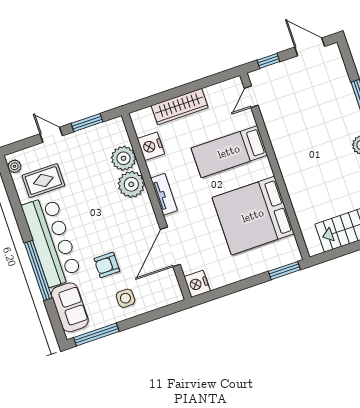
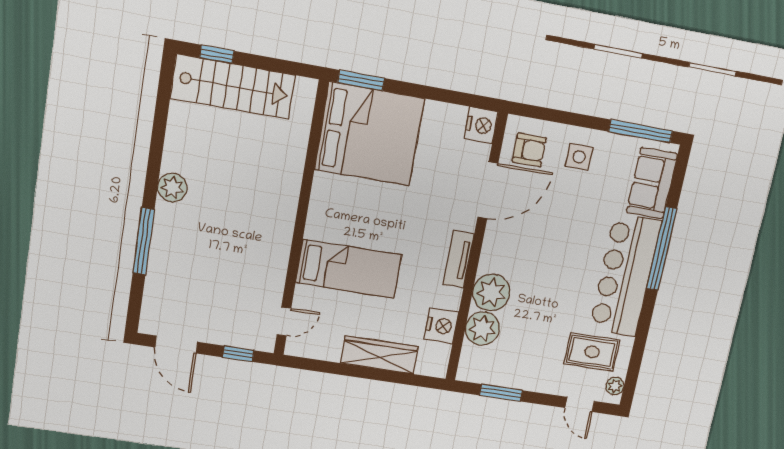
door: (51, 135) -> (580, 404), moved
bed: (253, 216) -> (369, 134), moved
armchair: (107, 265) -> (529, 150), moved

